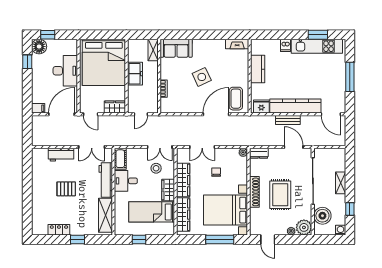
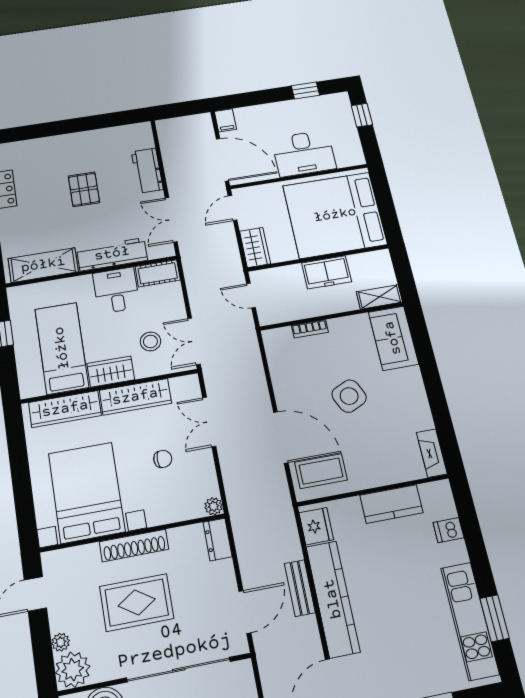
dishwasher: (286, 45) -> (449, 530), moved
floor lamp: (39, 47) -> (337, 105), removed
window: (220, 240) -> (23, 492), removed

